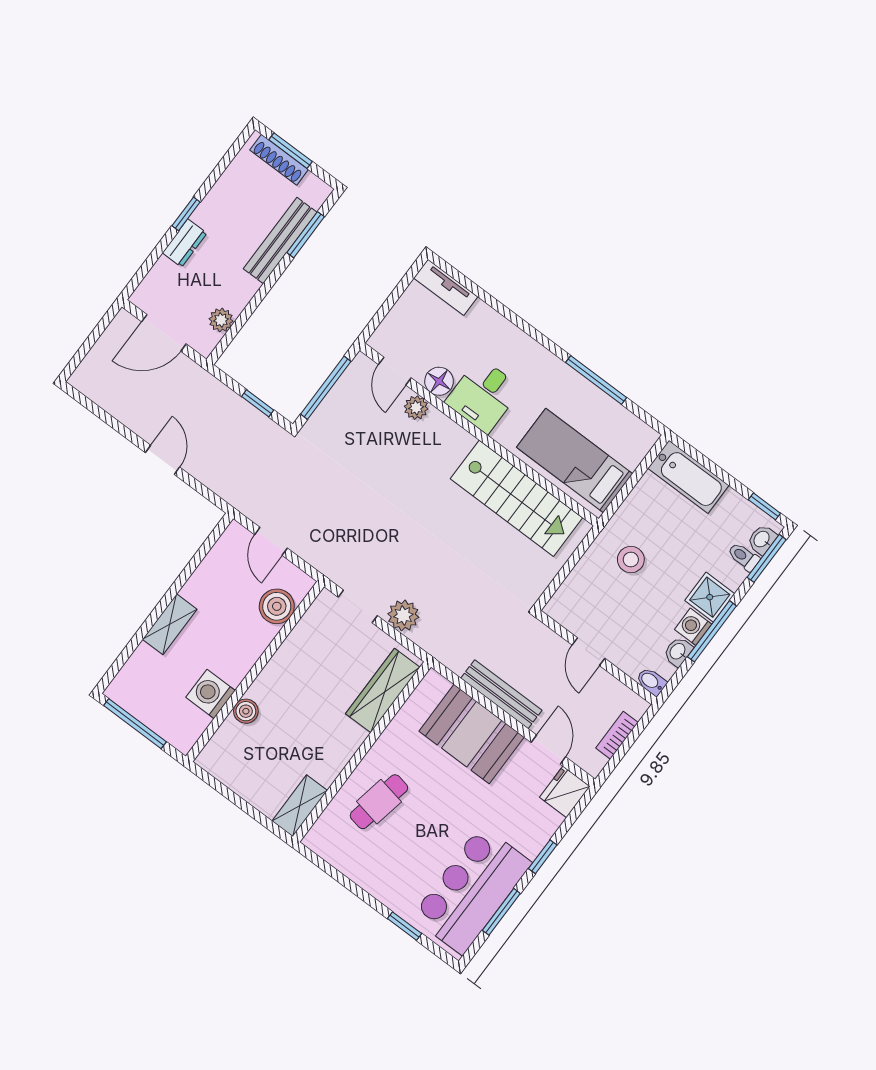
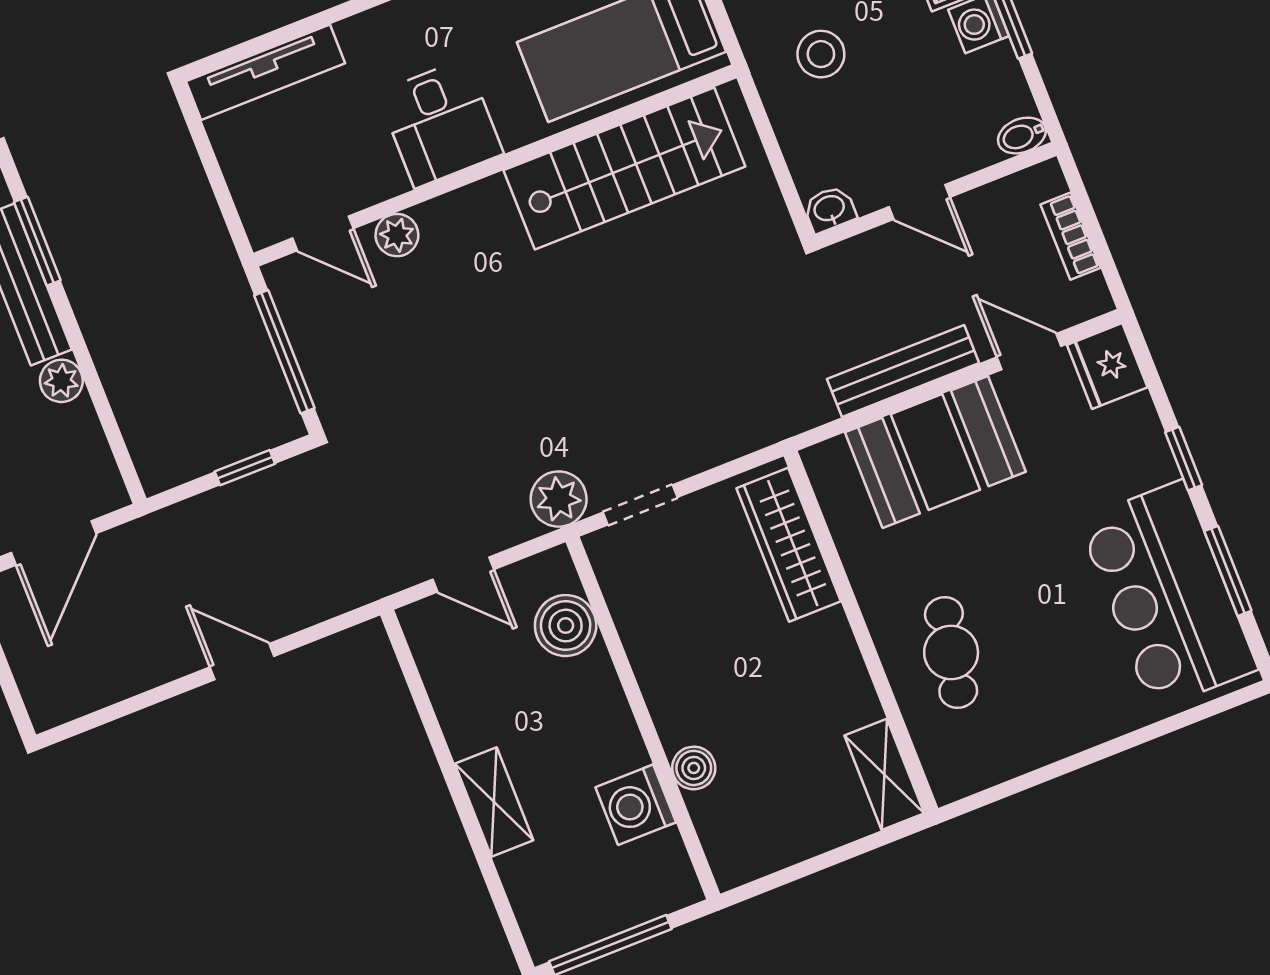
tv unit: (446, 287) -> (265, 72), width x1.41
plant: (221, 320) -> (61, 381), moved
floor lamp: (439, 381) -> (379, 177), removed
plant: (403, 615) -> (559, 499), moved
washbasin: (678, 652) -> (830, 209), moved, turned 90
window: (404, 926) -> (1160, 729), removed

